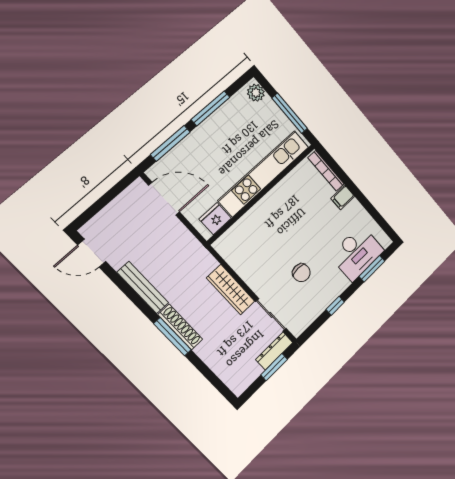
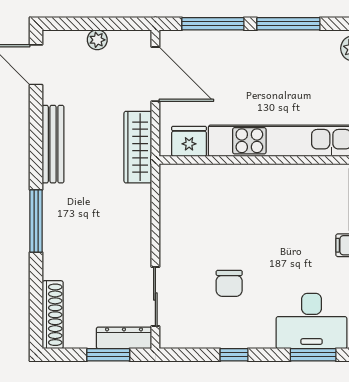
plant: (114, 208) -> (97, 40), added
wardrobe: (231, 290) -> (138, 147), moved
shoe rack: (180, 327) -> (53, 315), moved

